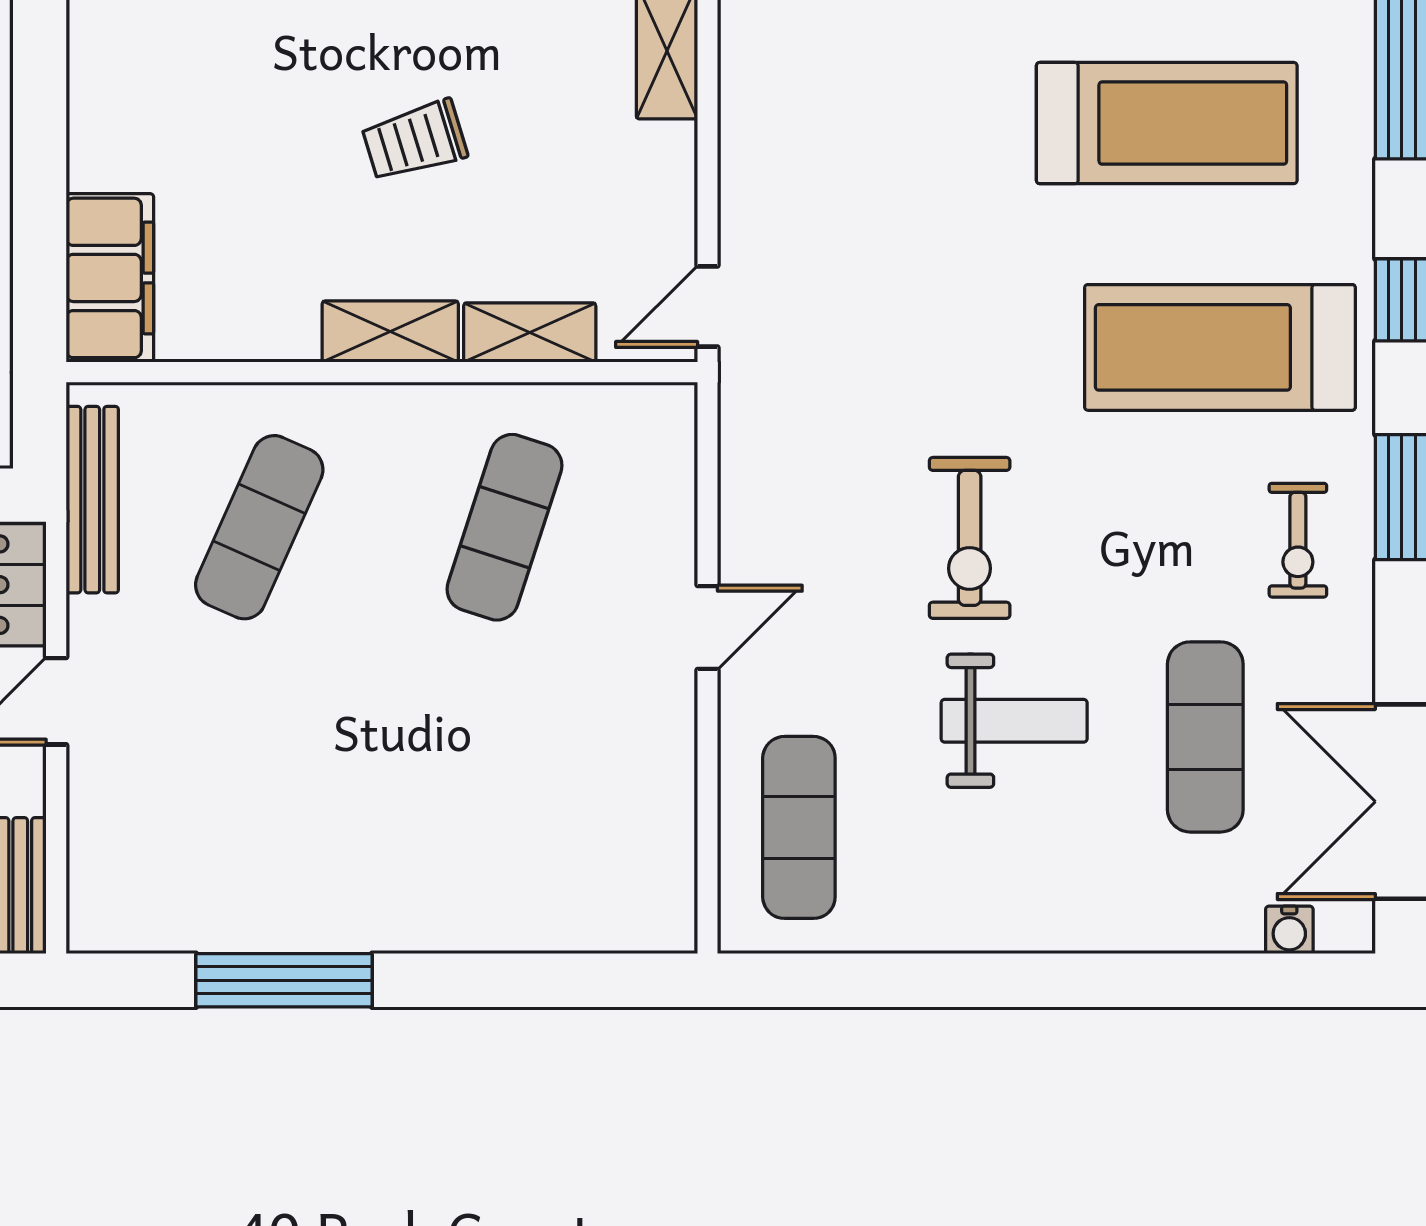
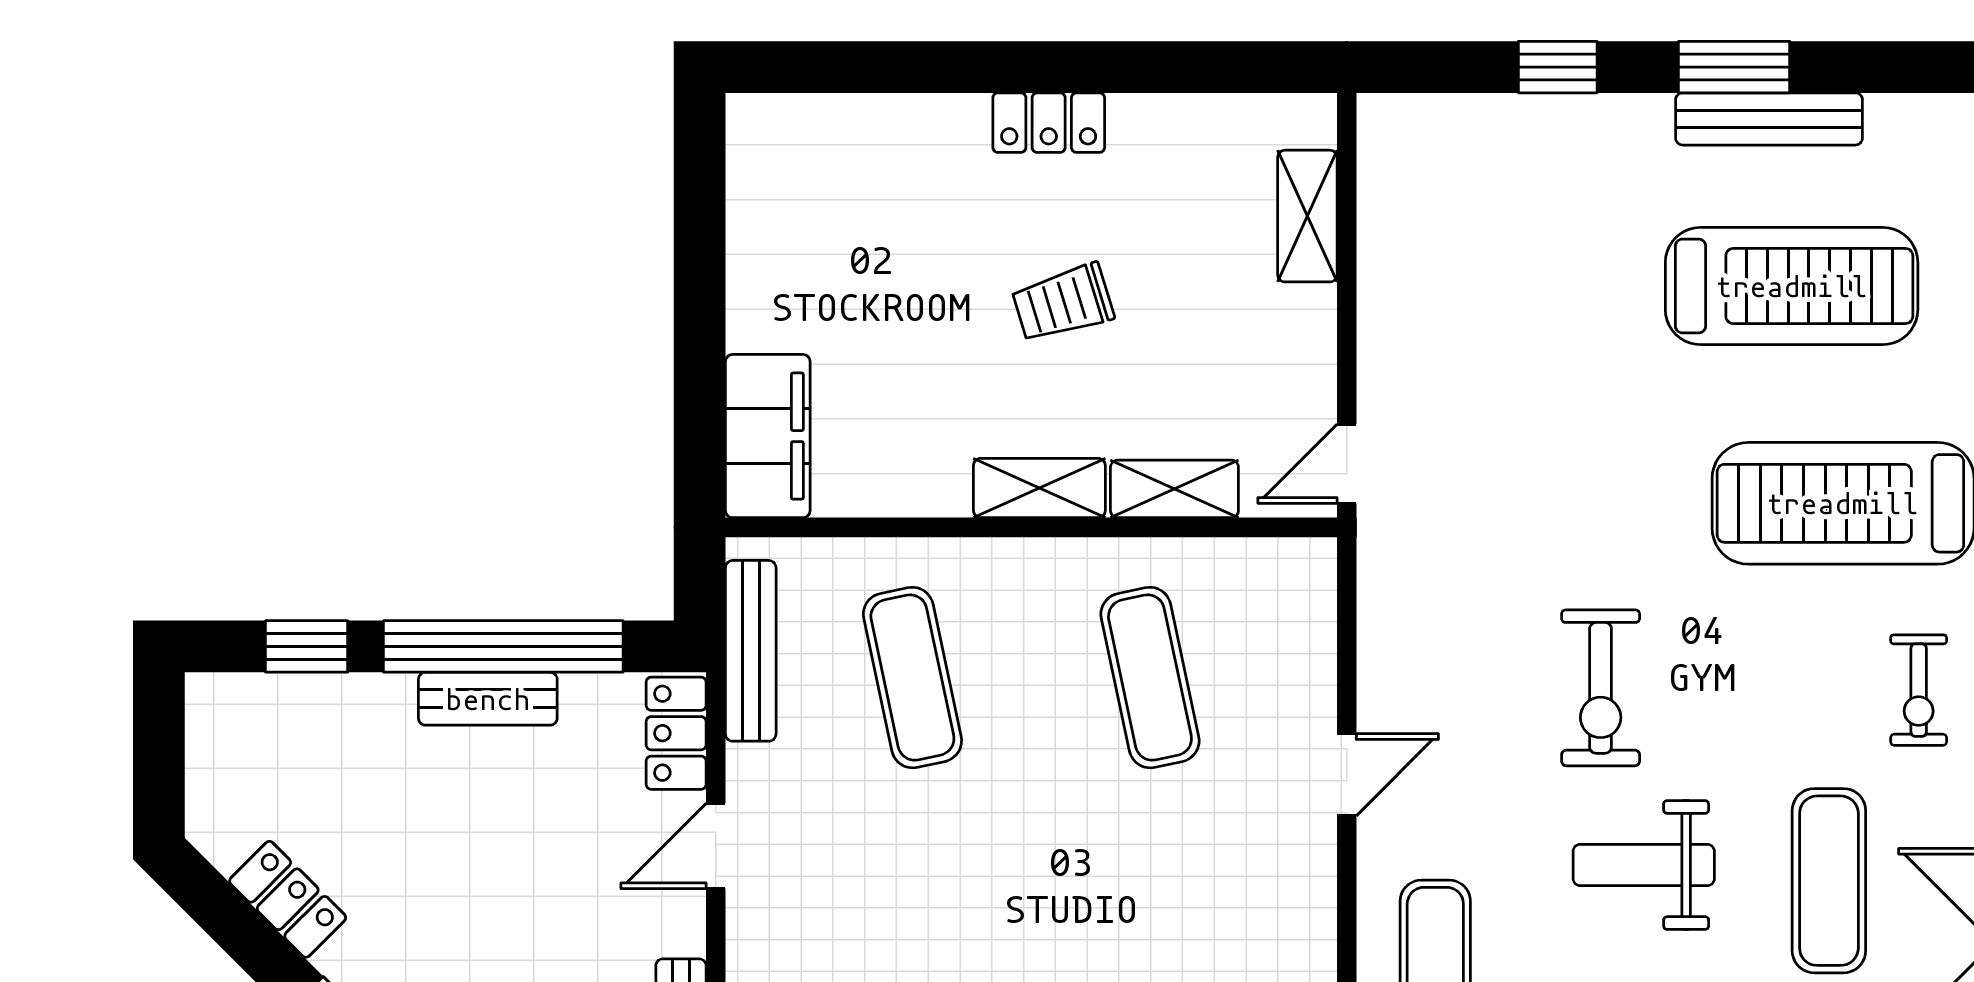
exercise mat: (259, 527) -> (912, 678), turned -36
exercise mat: (504, 527) -> (1150, 678), turned -30
weight bench: (1014, 721) -> (1644, 865), turned 180

